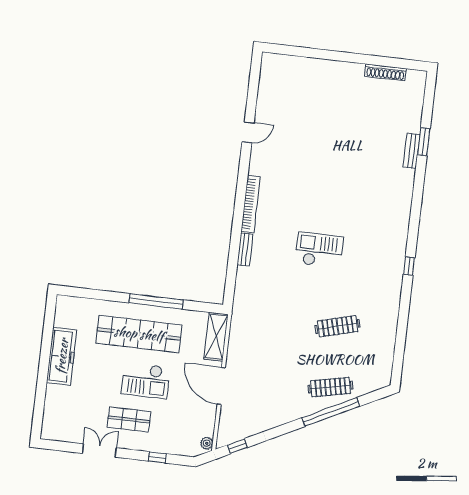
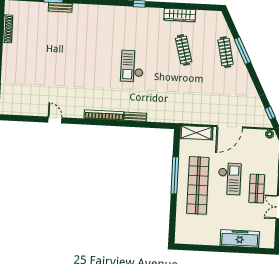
wardrobe: (389, 324) -> (180, 15), added
freezer: (62, 356) -> (240, 239), moved
window: (331, 412) -> (242, 51), width x0.68

